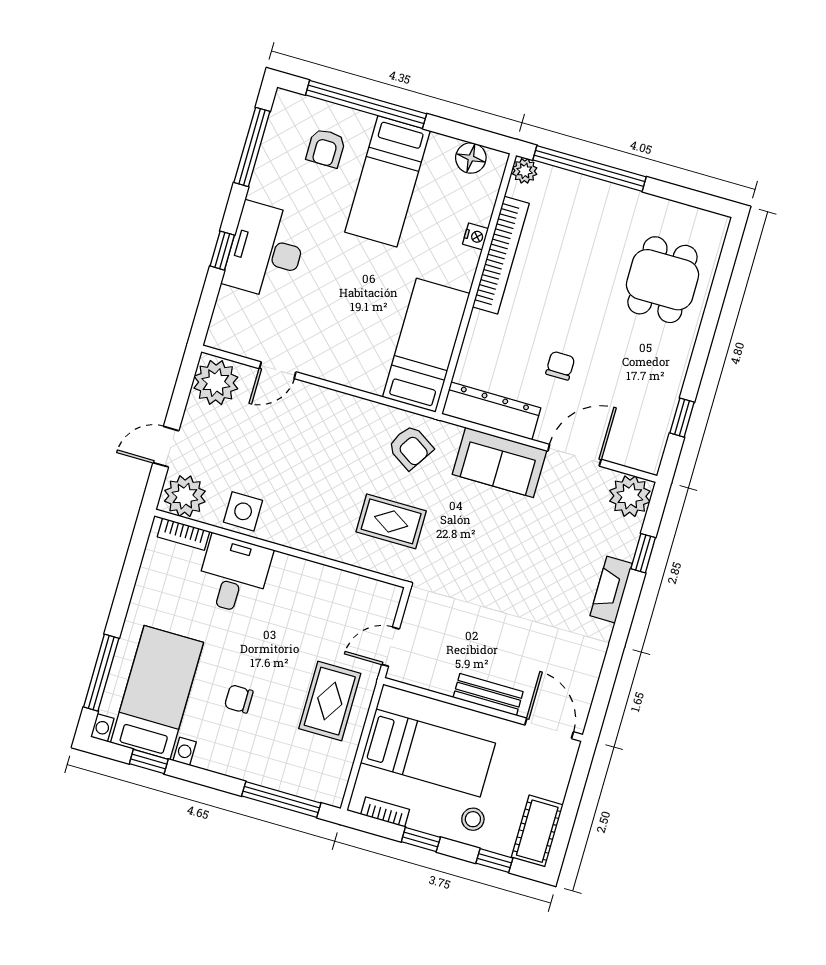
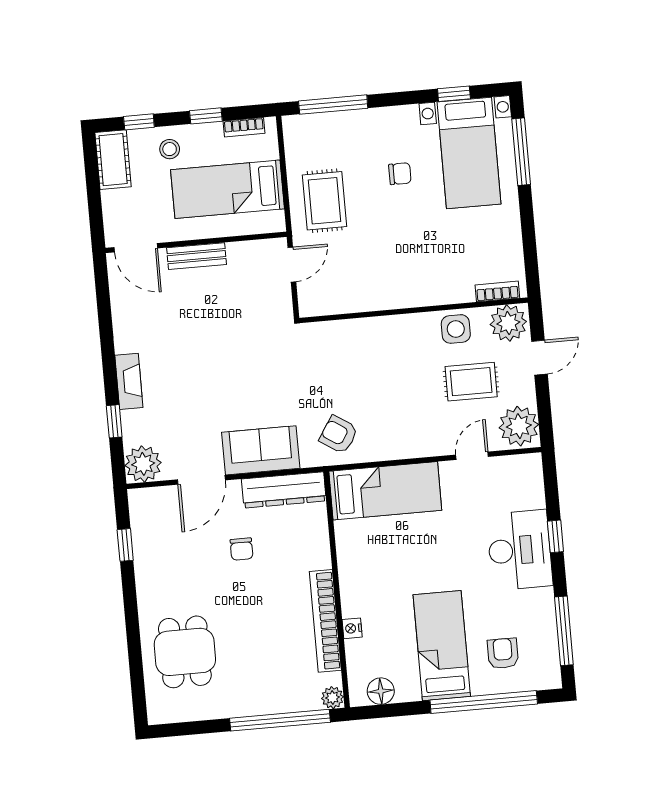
bed: (426, 345) -> (385, 491), moved, turned -90
rug: (391, 521) -> (471, 382), moved
desk: (234, 574) -> (444, 274), removed

